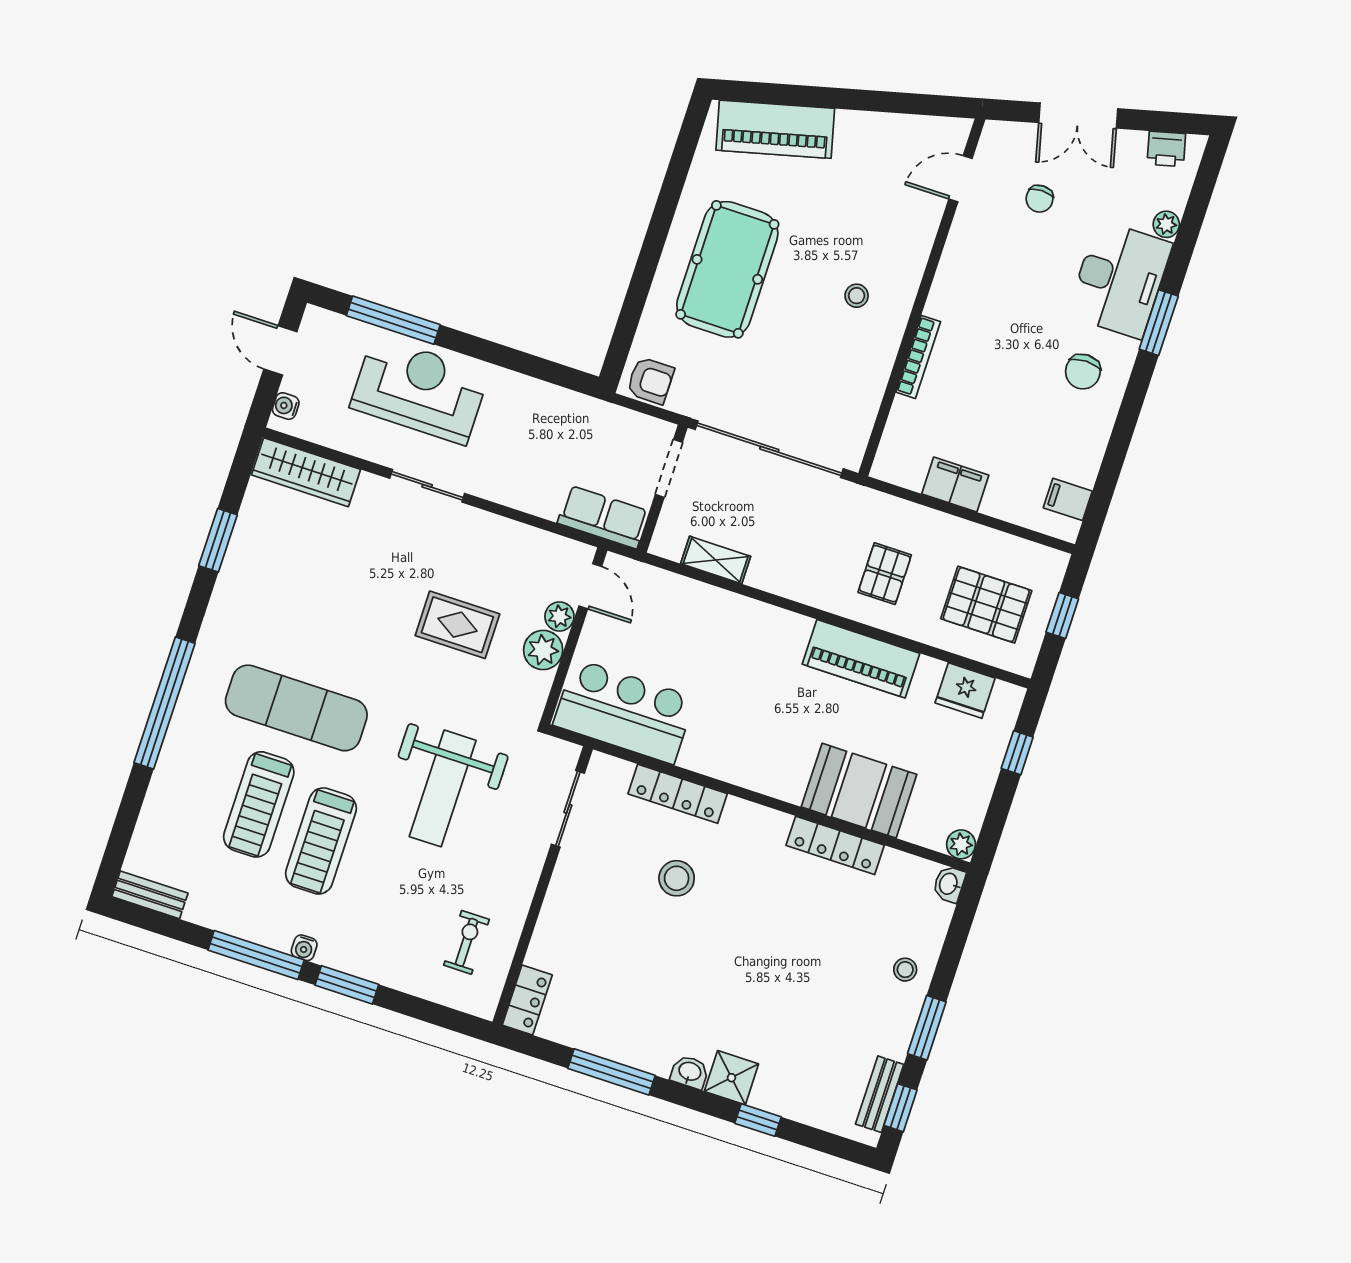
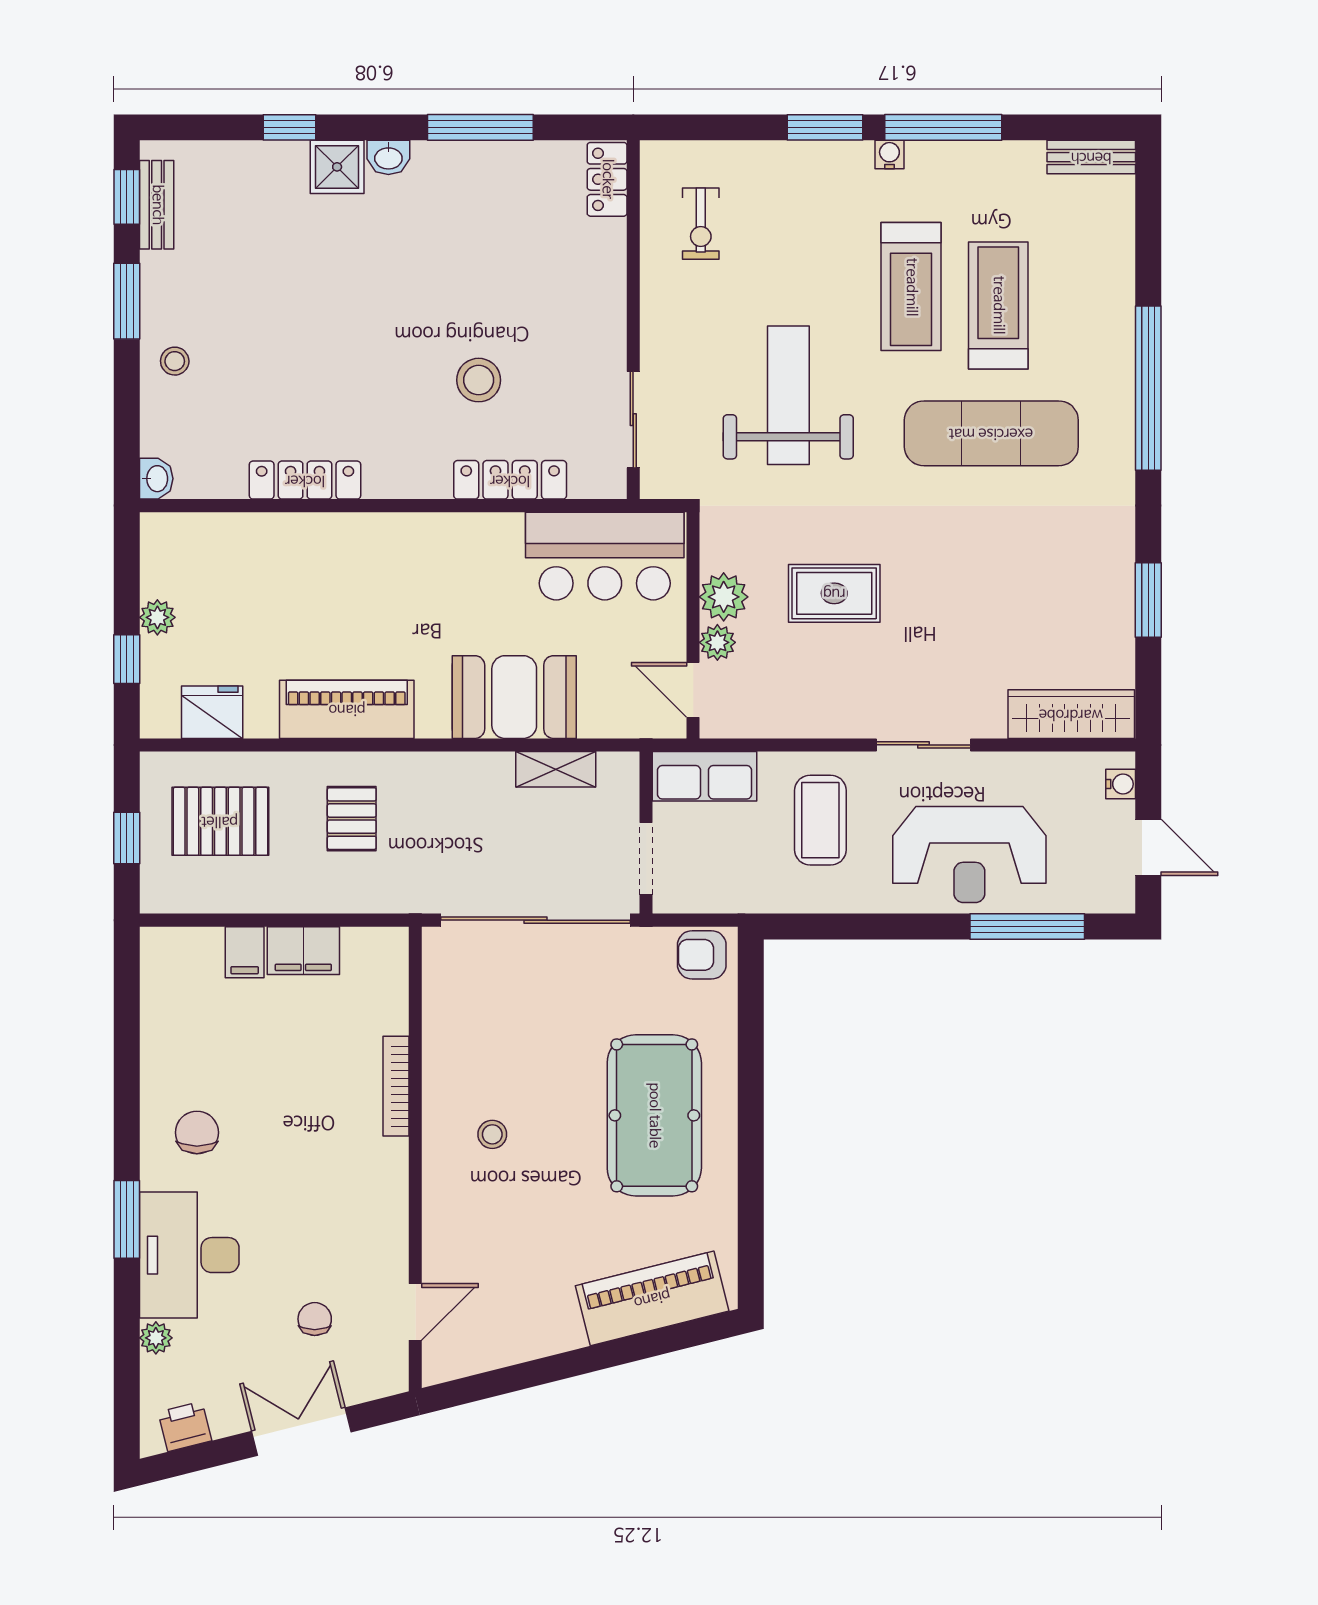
coffee table: (525, 454) -> (820, 820), added
filing cabinet: (1068, 499) -> (245, 952), moved, turned 90
booth: (859, 791) -> (514, 697), moved
treadmill: (321, 841) -> (911, 287), turned 180
plant: (961, 844) -> (157, 617), moved

